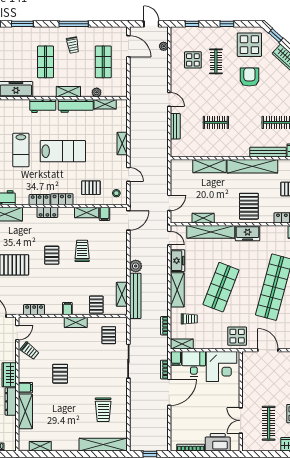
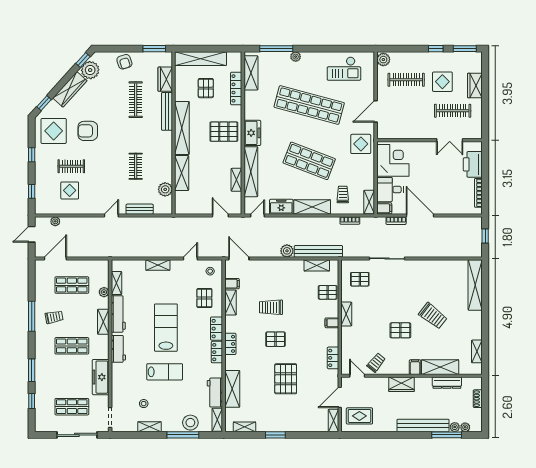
plant: (194, 151) -> (165, 189), added
dresser: (11, 401) -> (447, 383), moved
trolley: (103, 410) -> (433, 316), moved, turned 38

